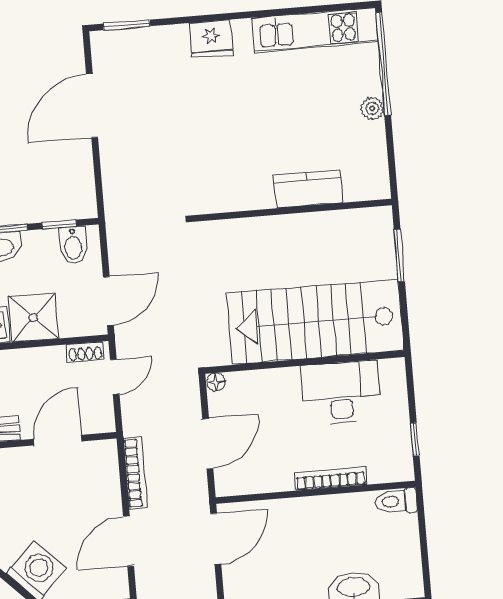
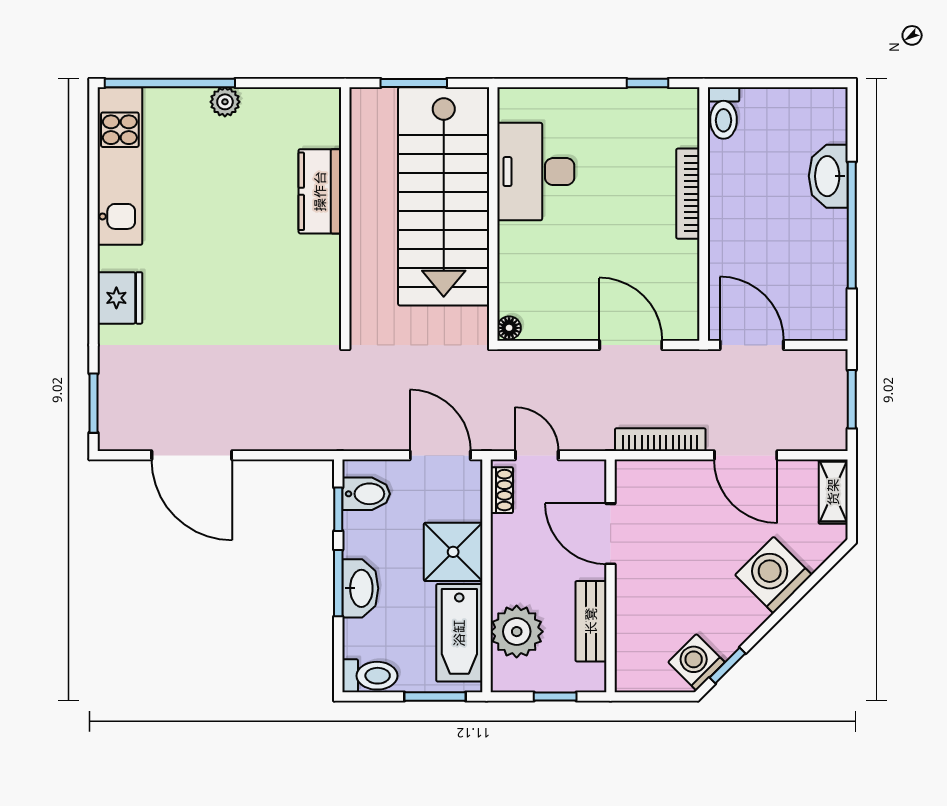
stairs: (315, 322) -> (444, 196), moved
wall: (305, 362) -> (493, 214), moved
floor lamp: (216, 382) -> (509, 328), moved
desk: (341, 393) -> (536, 172), moved

